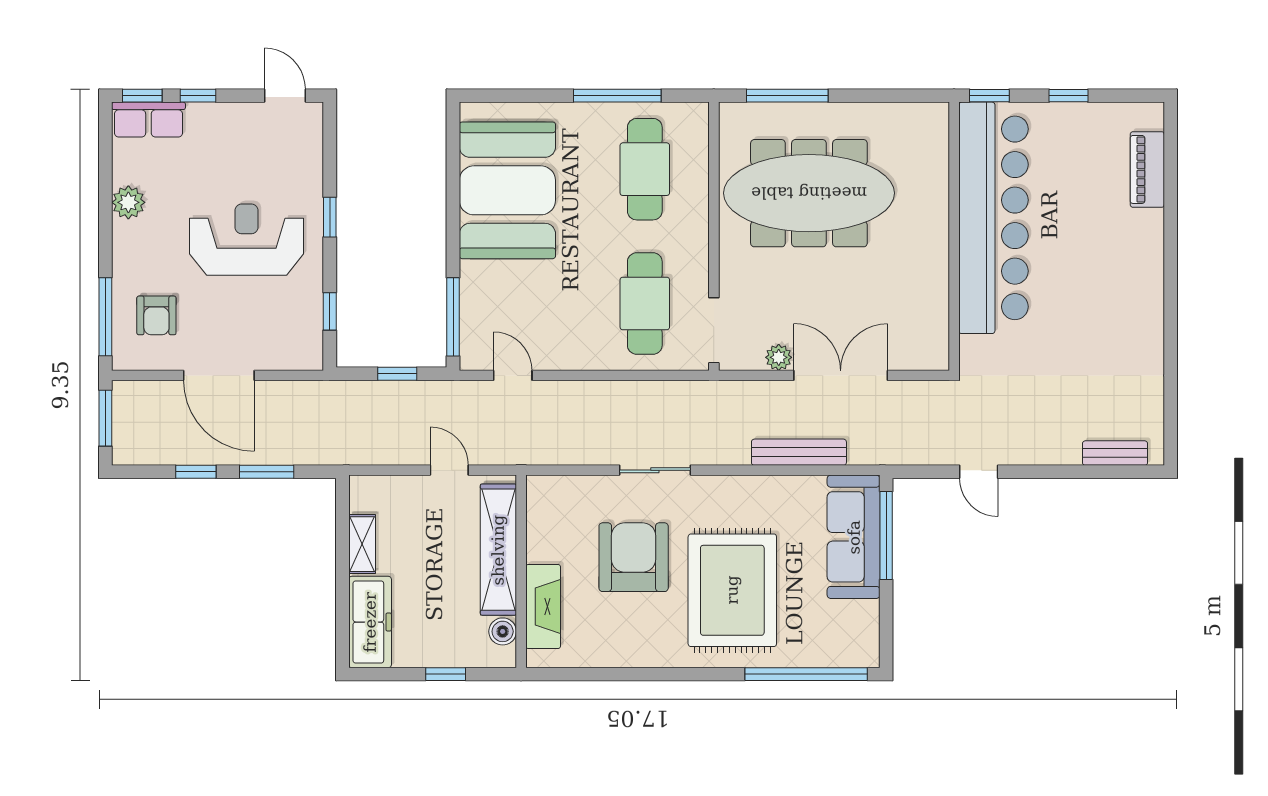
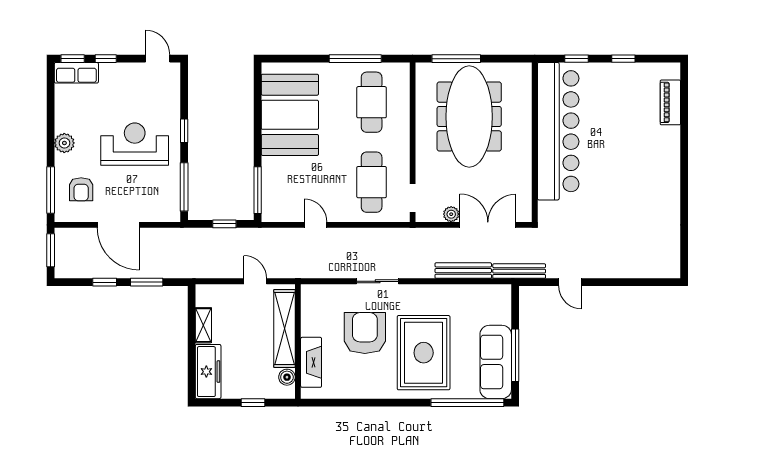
meeting table: (809, 193) -> (469, 117), turned 90
plant: (128, 202) -> (64, 143), moved
bar counter: (993, 218) -> (558, 131), moved
wall: (954, 236) -> (535, 142), moved
window: (330, 311) -> (184, 187), width x2.17
doorway: (714, 330) -> (413, 198), width x0.73
door: (513, 375) -> (316, 225), moved
bench: (1115, 453) -> (519, 271), moved, width x1.36
window: (886, 536) -> (515, 355), moved
sofa: (854, 537) -> (496, 362), moved

